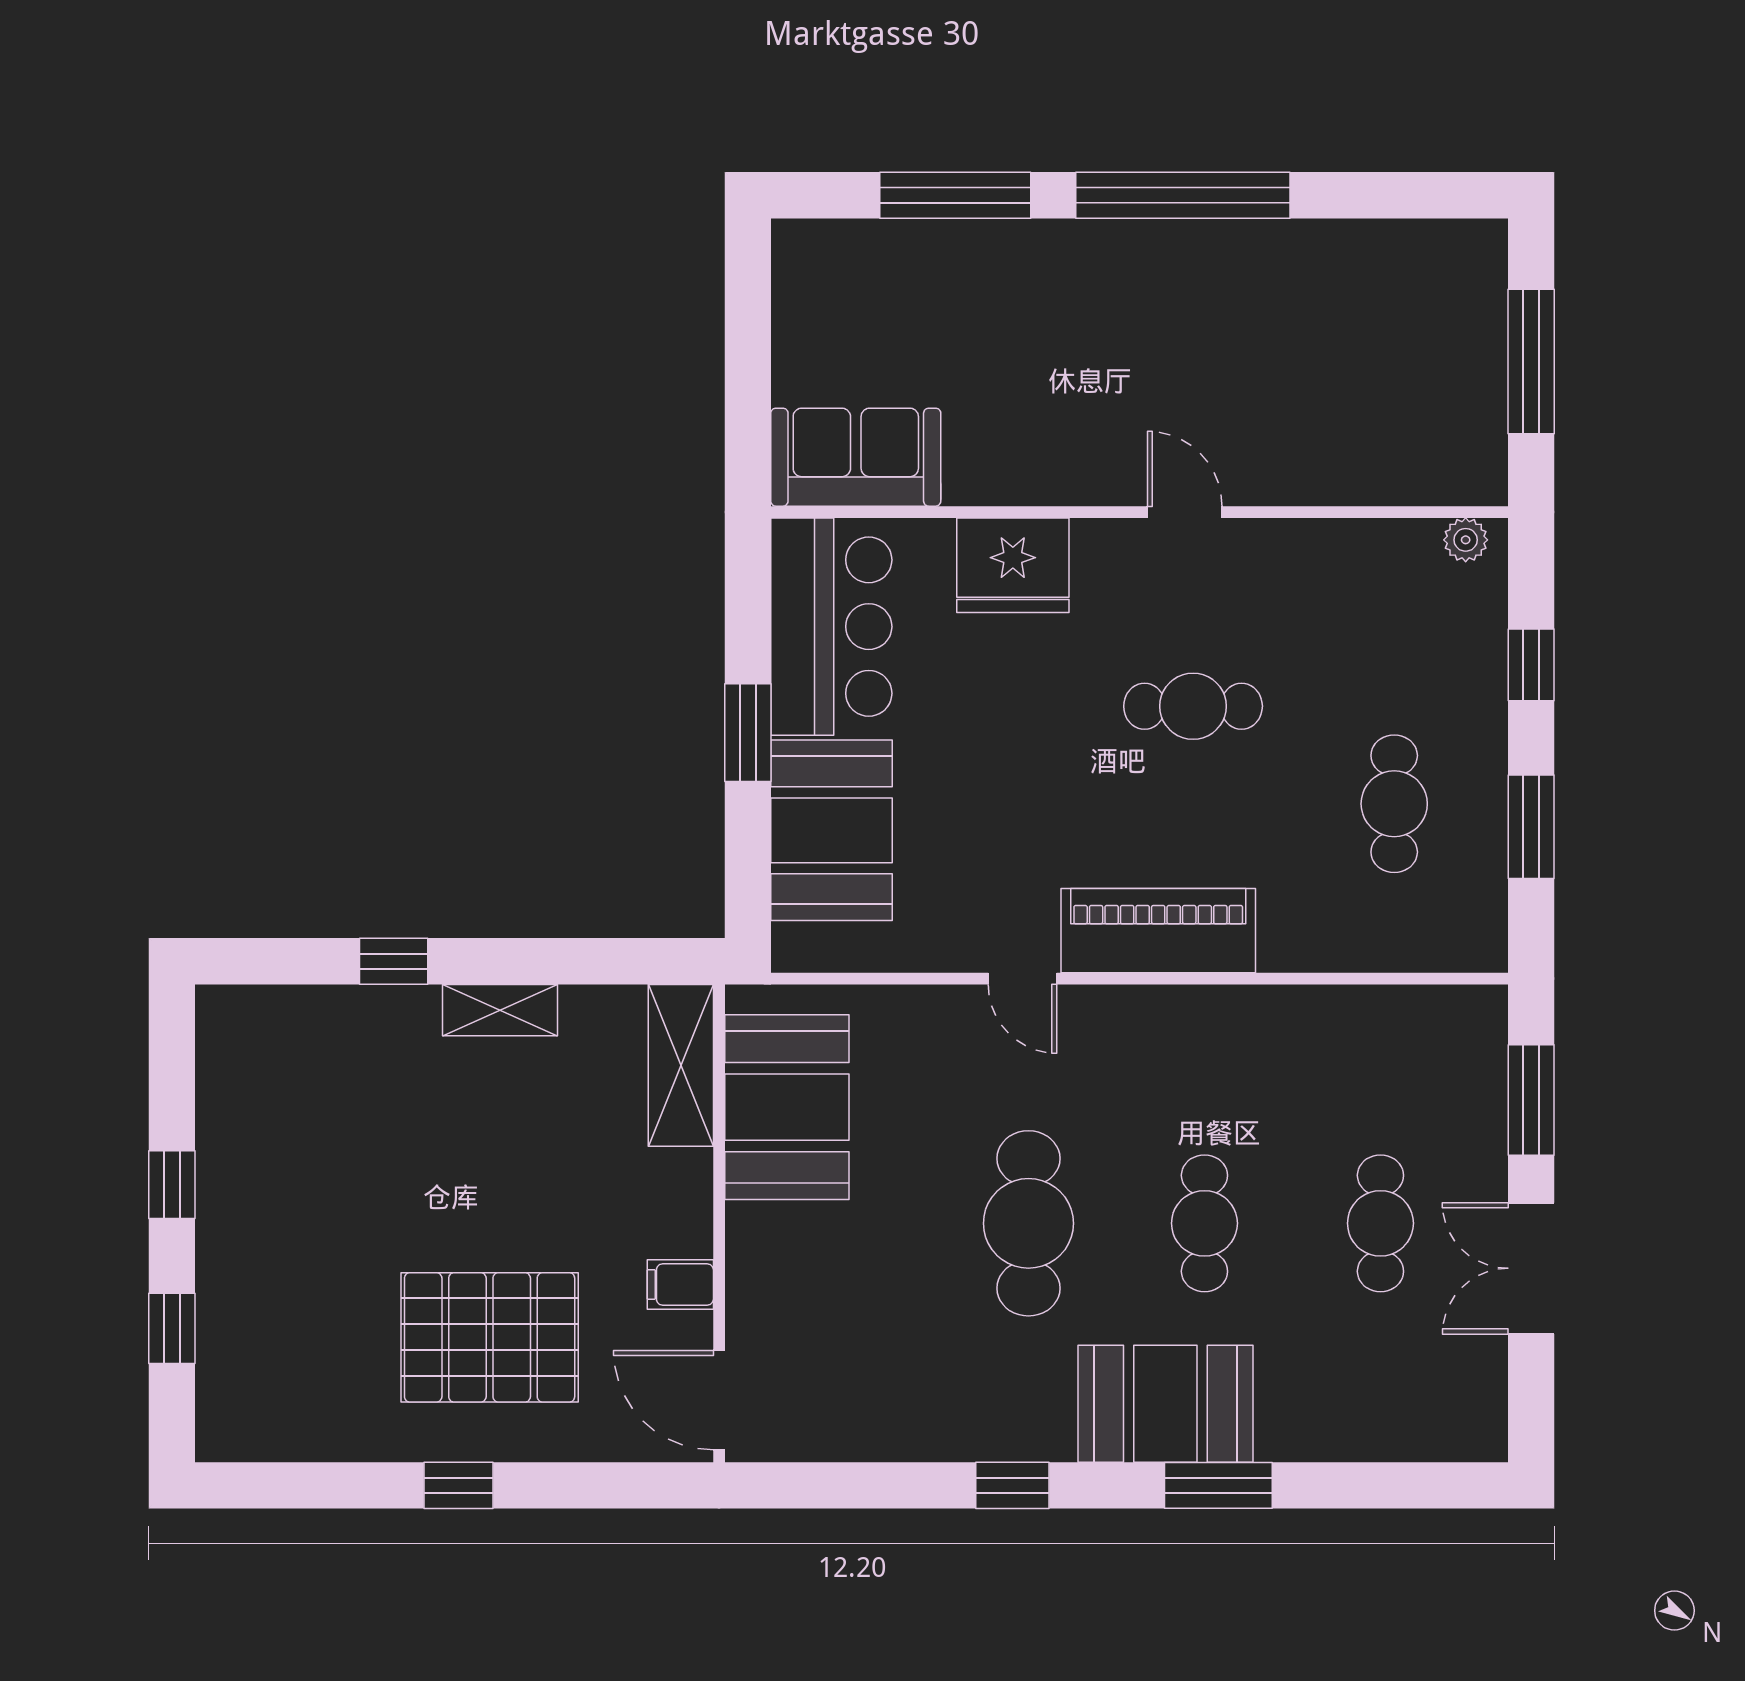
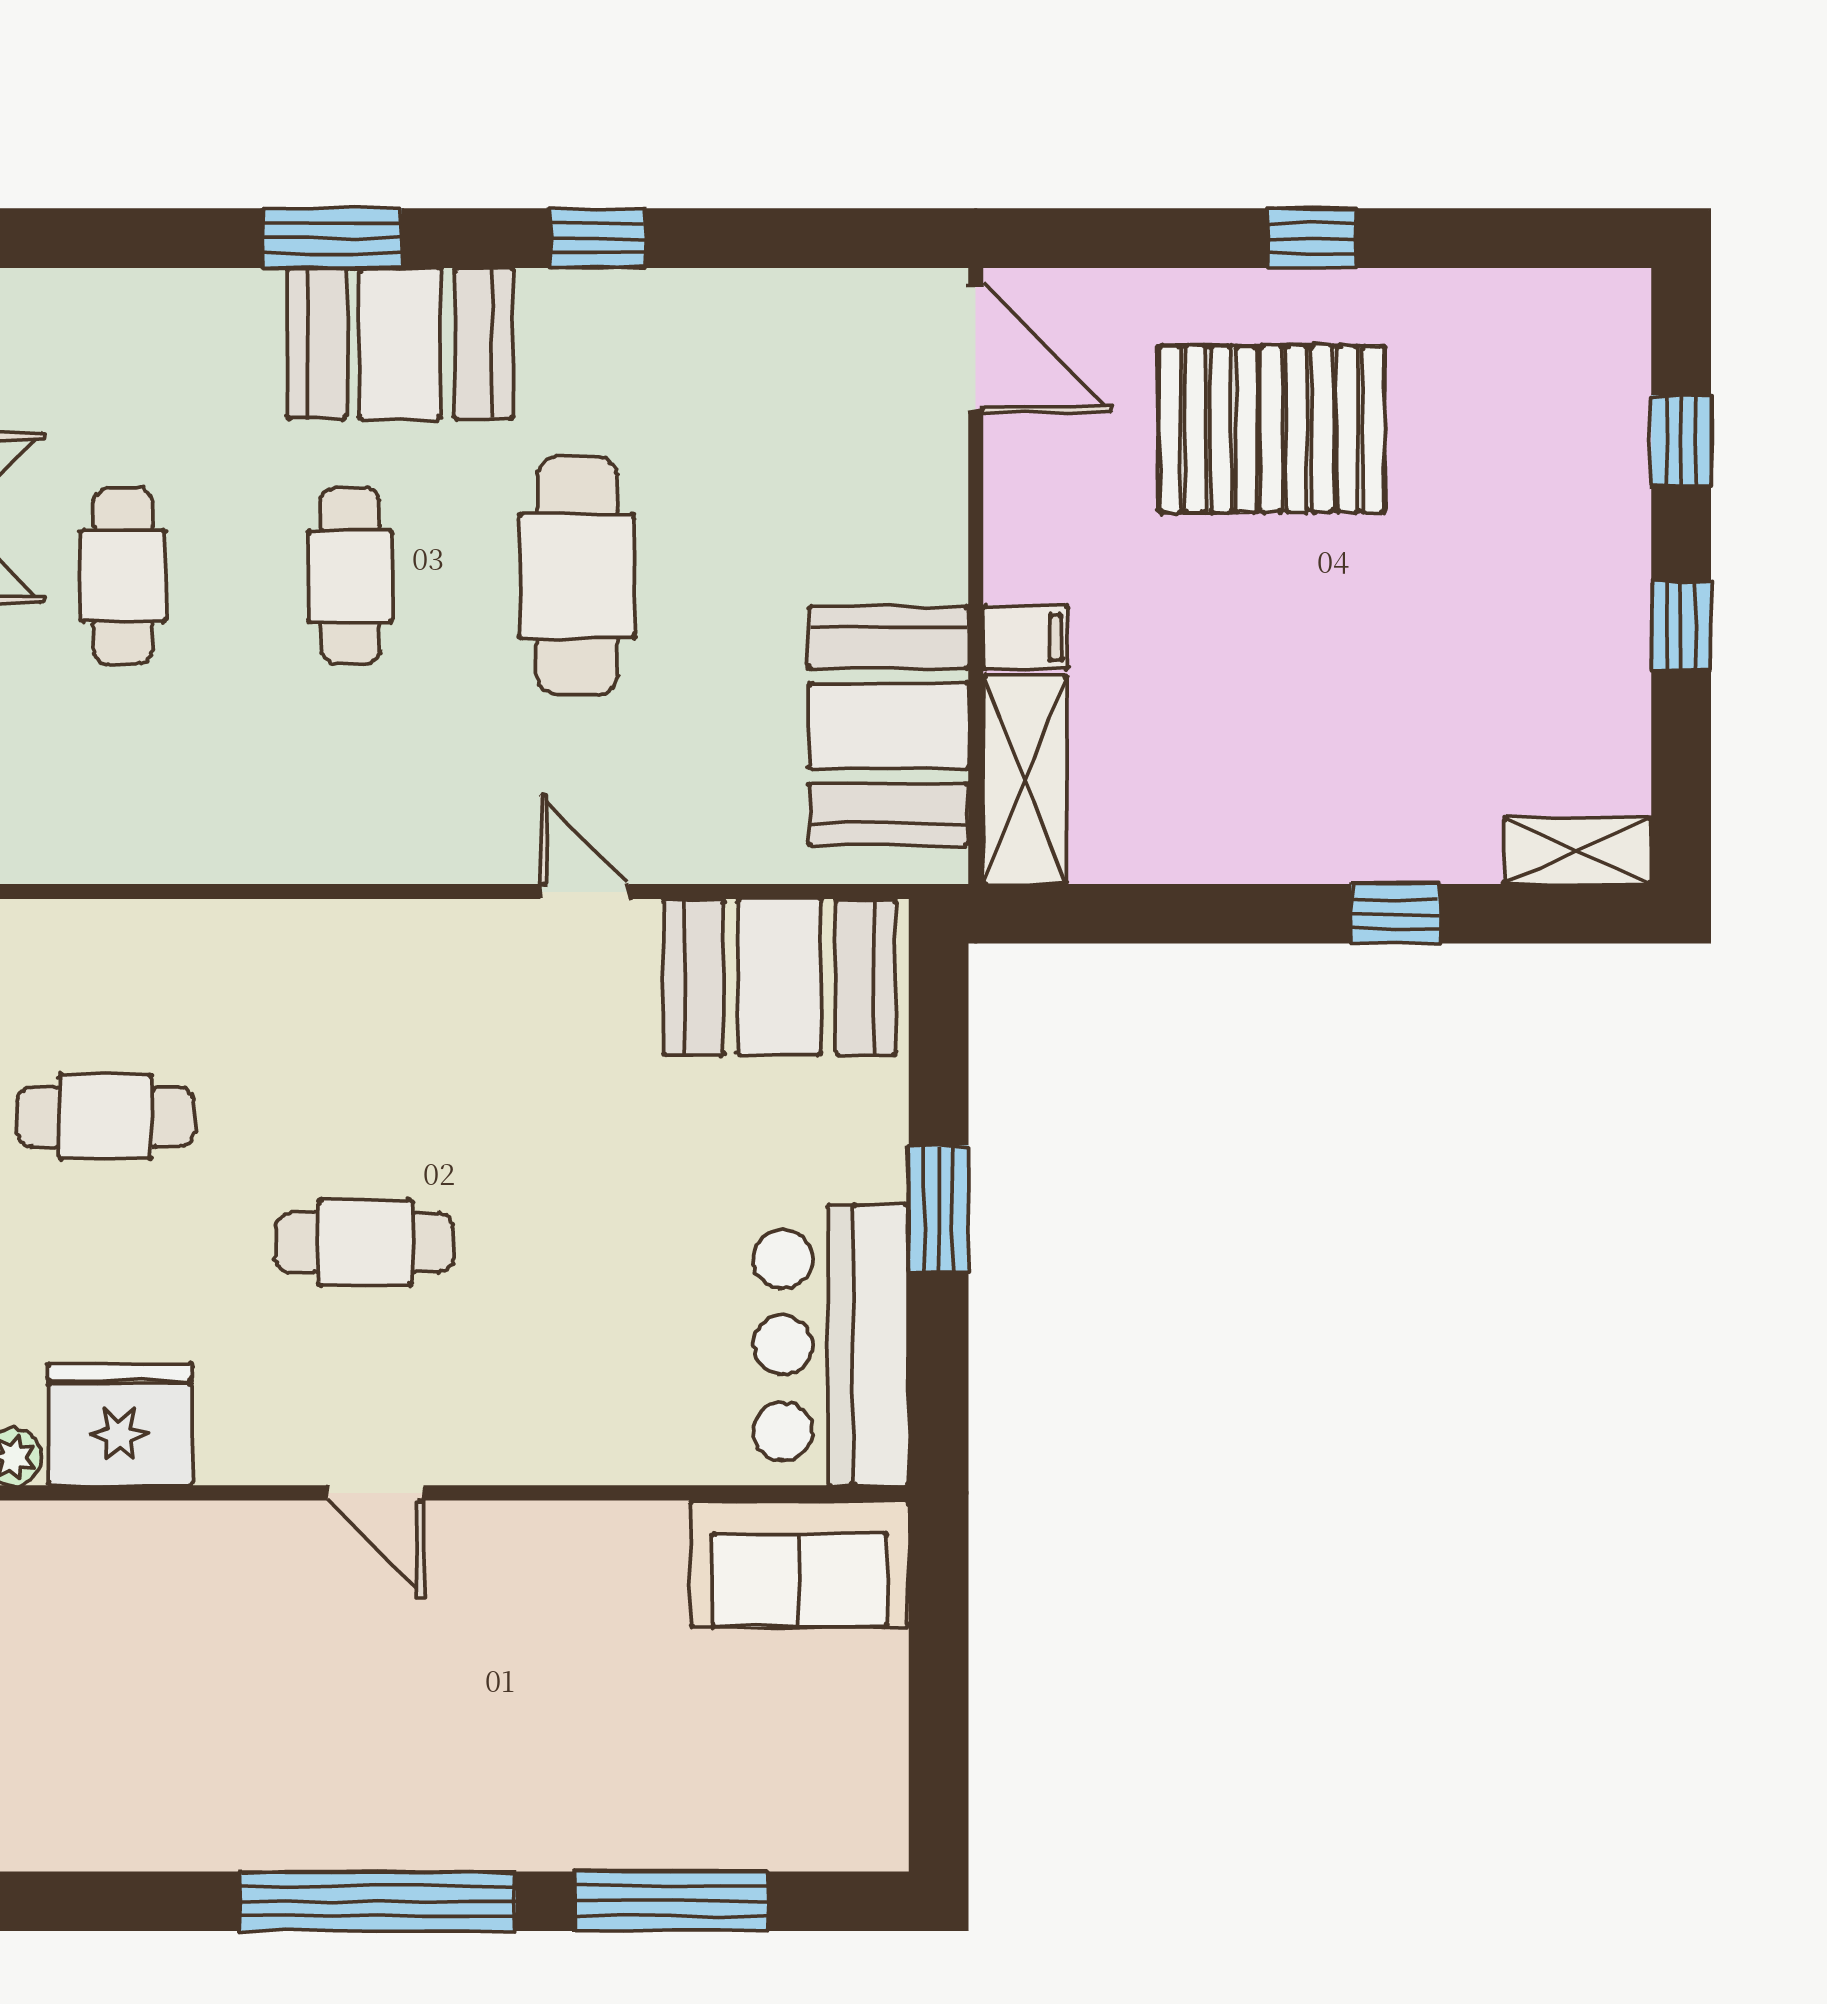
fridge: (1013, 565) -> (120, 1424), moved
cafe table: (1394, 804) -> (105, 1117), turned 90
booth: (831, 830) -> (780, 977), moved, turned 90
piano: (1158, 931) -> (410, 953), removed
shelving: (500, 1010) -> (1577, 851), moved
filing cabinet: (680, 1284) -> (1026, 637), moved

